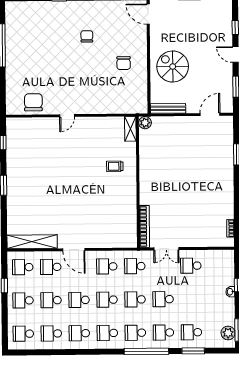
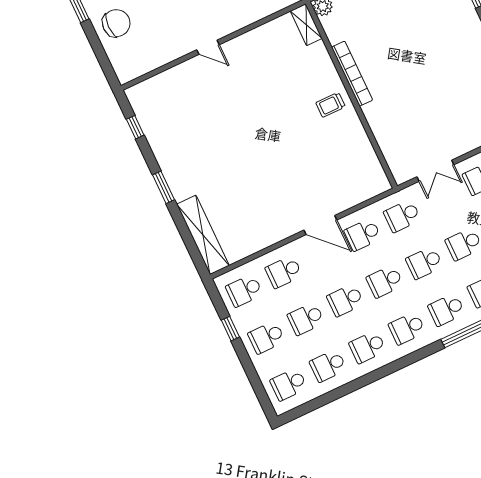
chair: (33, 102) -> (116, 23), moved, turned 90
door: (67, 116) -> (208, 47), hinge flipped
trolley: (115, 166) -> (331, 105), moved
bookcase: (144, 226) -> (352, 74), moved
shelving: (32, 242) -> (203, 235), moved, turned 90
door: (74, 250) -> (320, 225), moved

